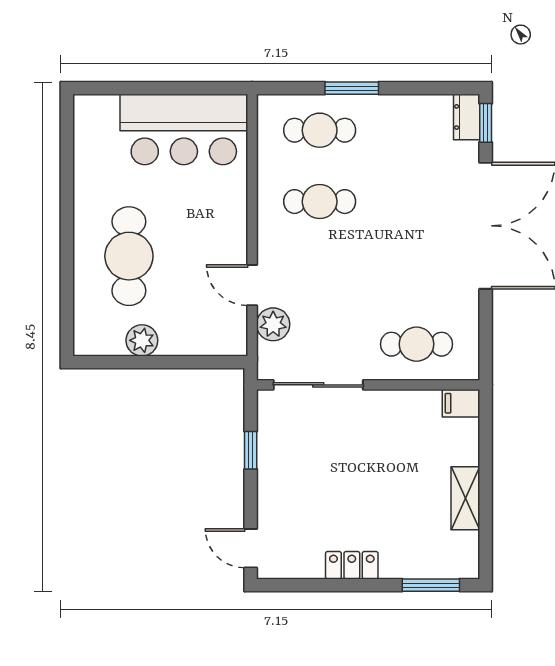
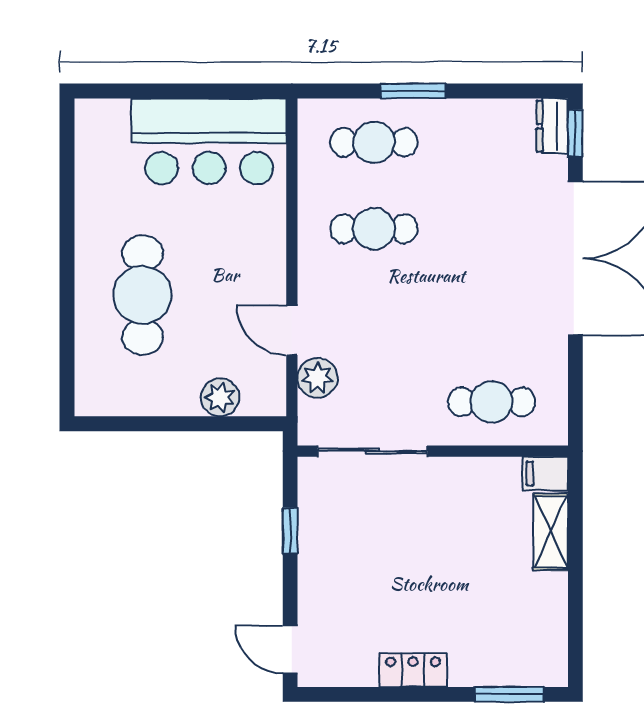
plant: (142, 340) -> (220, 397), moved
shelving: (465, 498) -> (551, 532), moved

